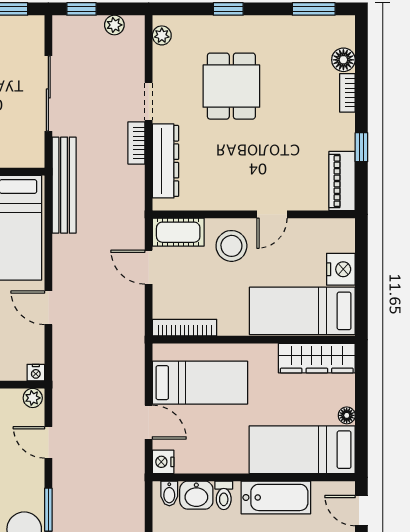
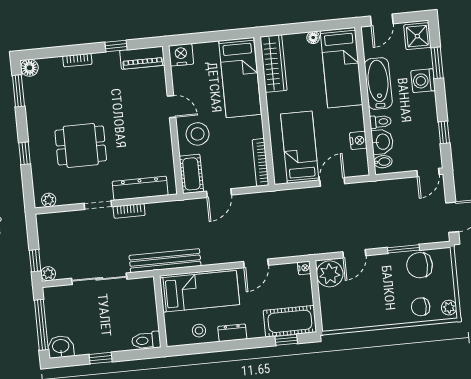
plant: (114, 25) -> (48, 274), moved
floor lamp: (343, 60) -> (29, 68), moved
nightstand: (341, 269) -> (181, 55), moved
plant: (33, 398) -> (330, 274), width x1.88, depth x1.88
nightstand: (163, 462) -> (358, 140), moved, turned -90

